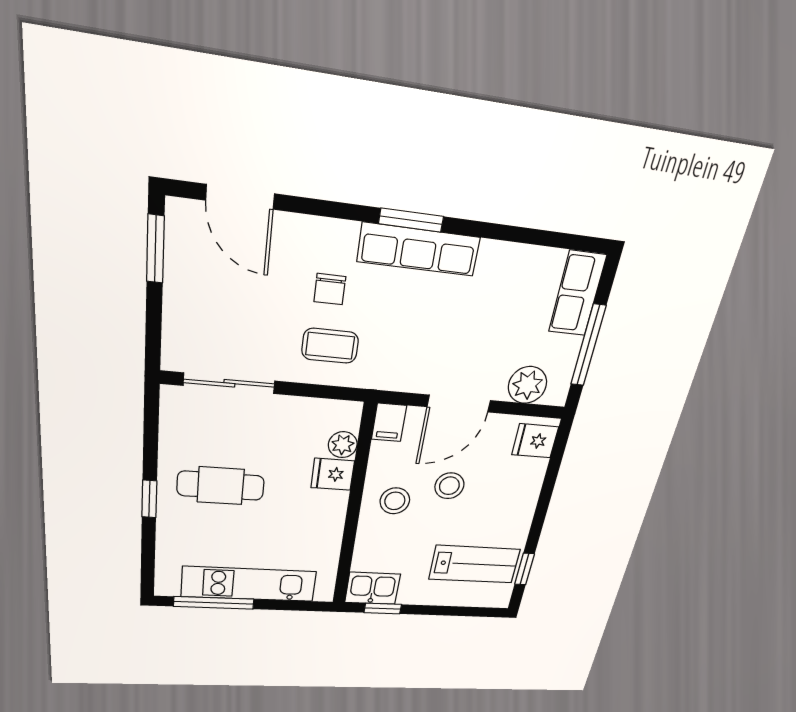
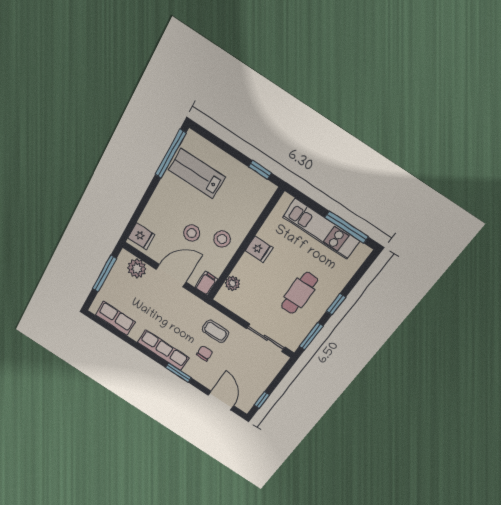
window: (411, 220) -> (178, 373), moved
window: (155, 249) -> (262, 400), width x0.67
row of seats: (577, 294) -> (115, 318), moved, turned -90
window: (151, 428) -> (311, 336), added
fridge: (333, 474) -> (259, 249), moved
cafe table: (221, 486) -> (299, 293), turned 90
window: (524, 569) -> (170, 154), width x2.17
kitchen sink: (373, 588) -> (259, 188), removed

